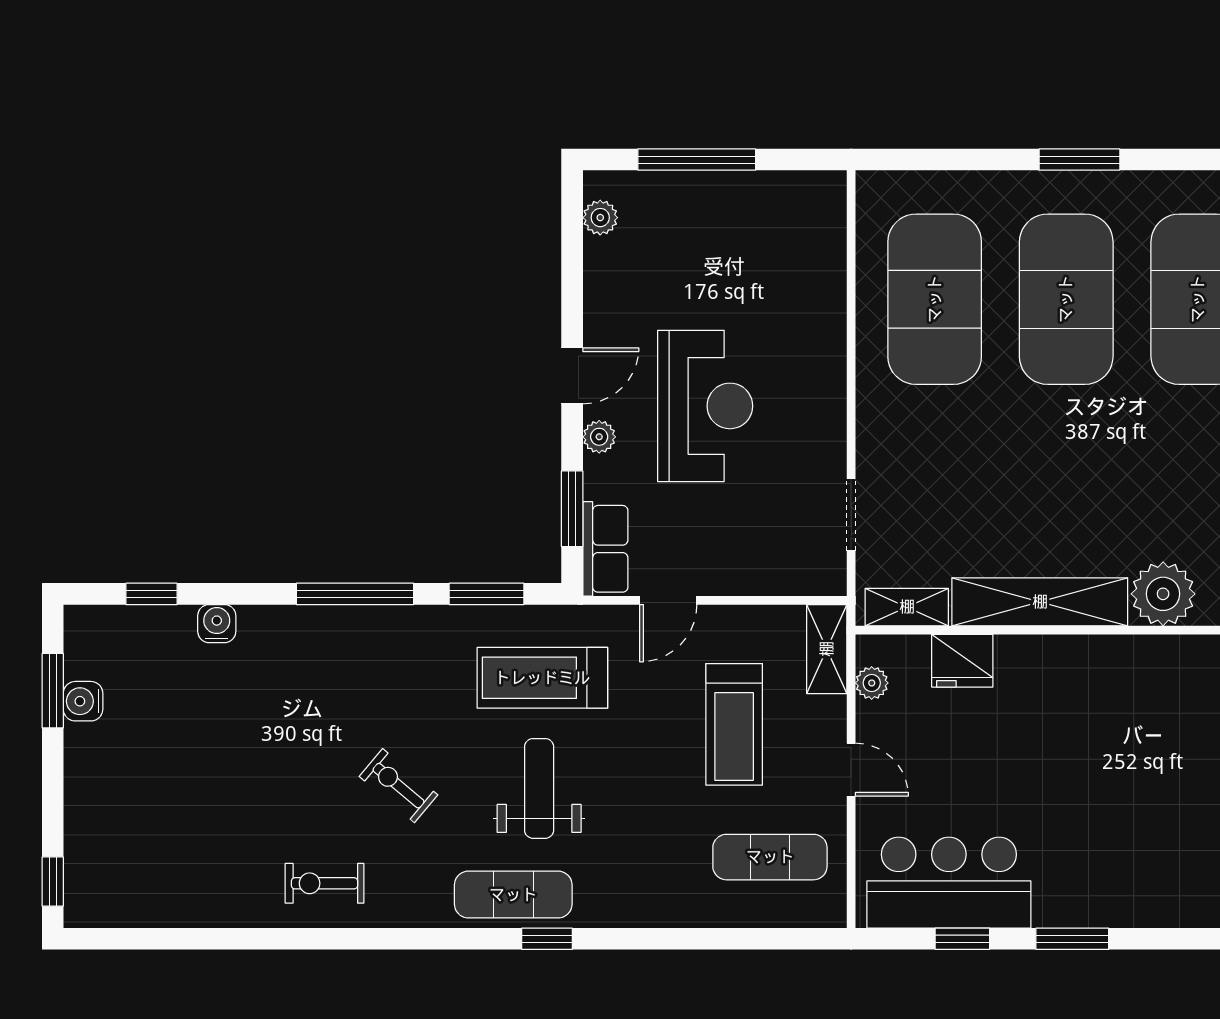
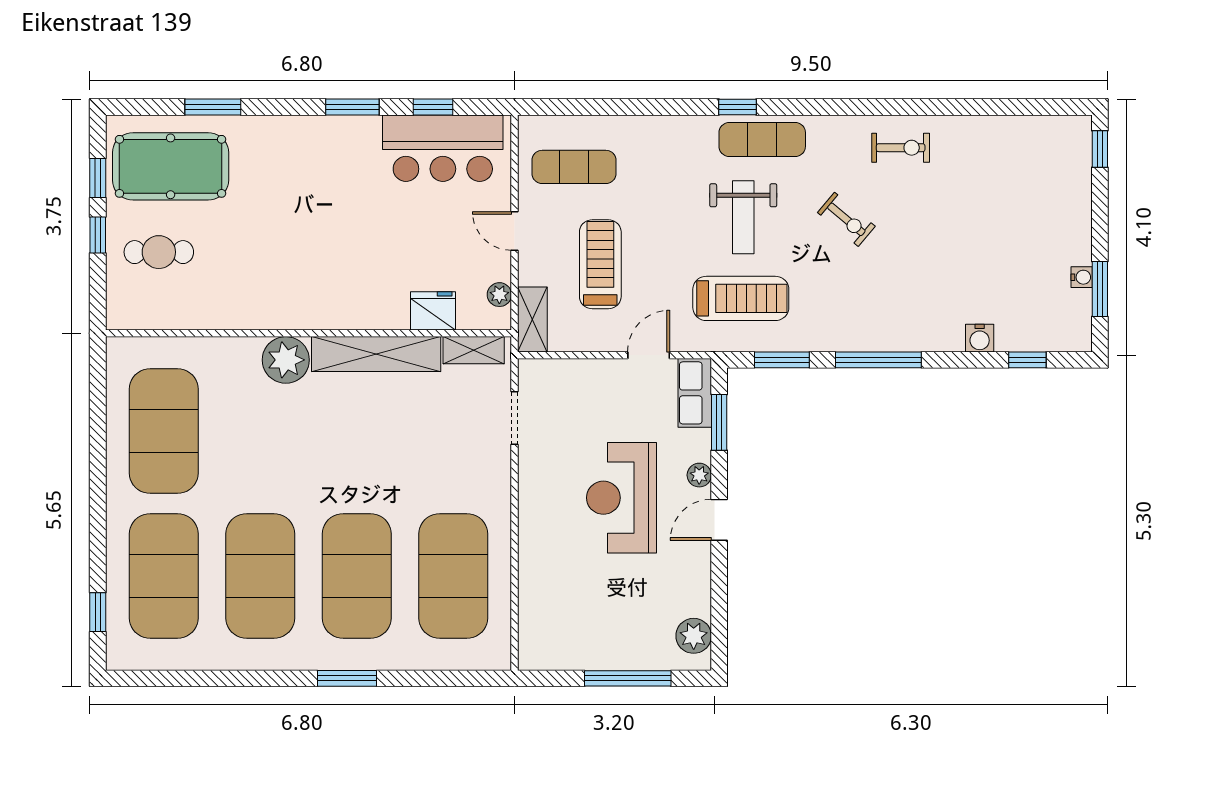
plant: (600, 218) -> (694, 636), width x1.38, depth x1.38
water cooler: (83, 701) -> (1082, 277), width x0.72, depth x0.72

